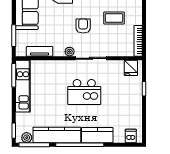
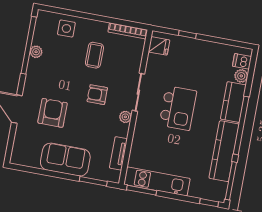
plant: (27, 138) -> (241, 76), moved

